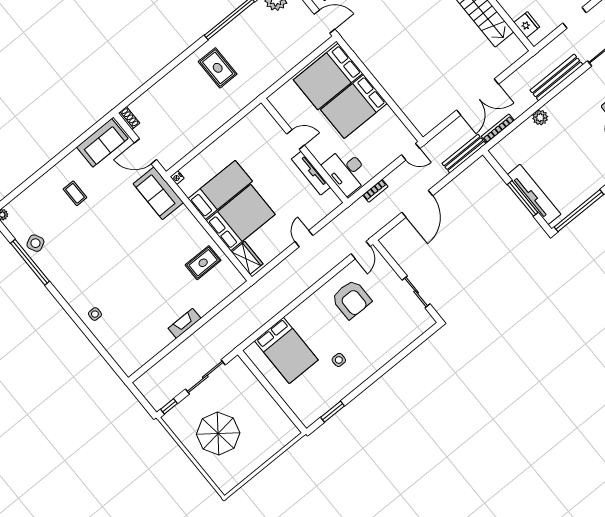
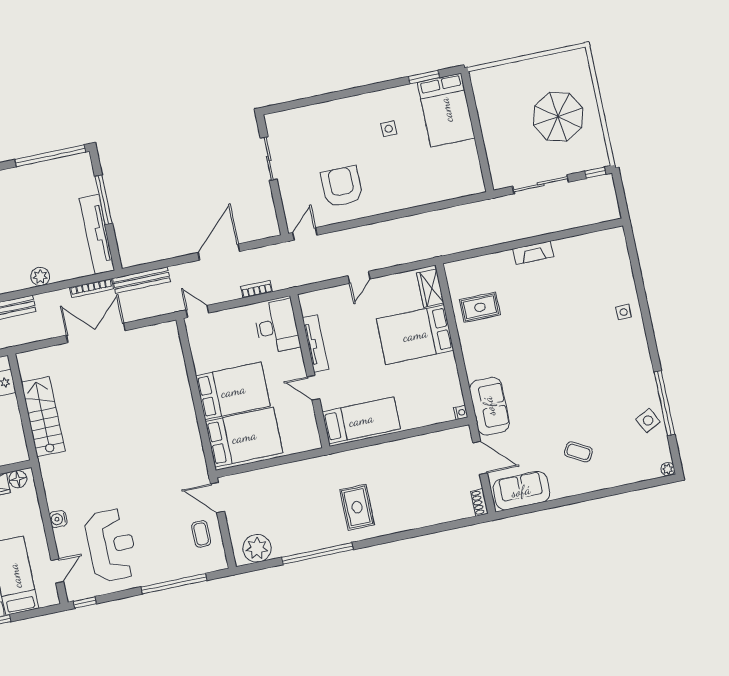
bed: (220, 190) -> (361, 420), moved, turned 180
coffee table: (75, 193) -> (578, 452), turned -62
tv unit: (534, 194) -> (97, 234), moved
bed: (286, 350) -> (446, 110), moved, turned 180

